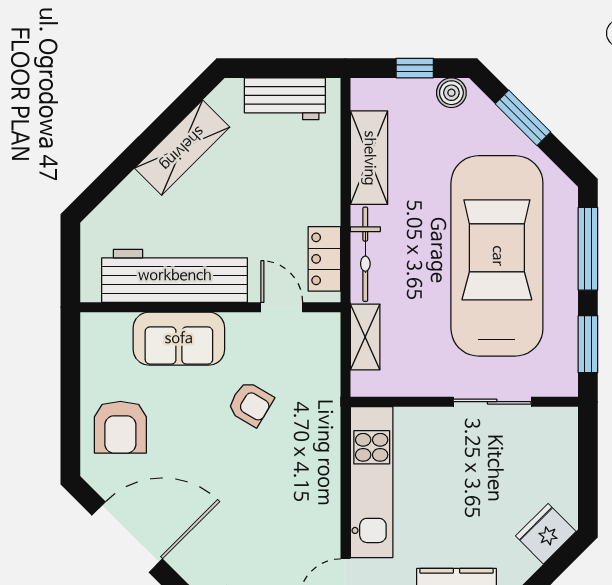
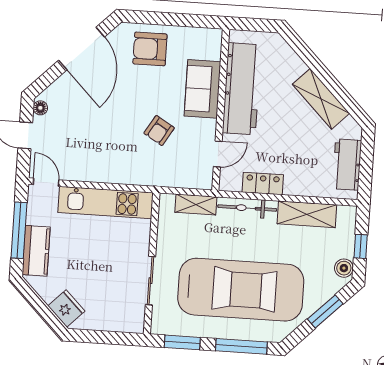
locker: (324, 259) -> (263, 183), moved

